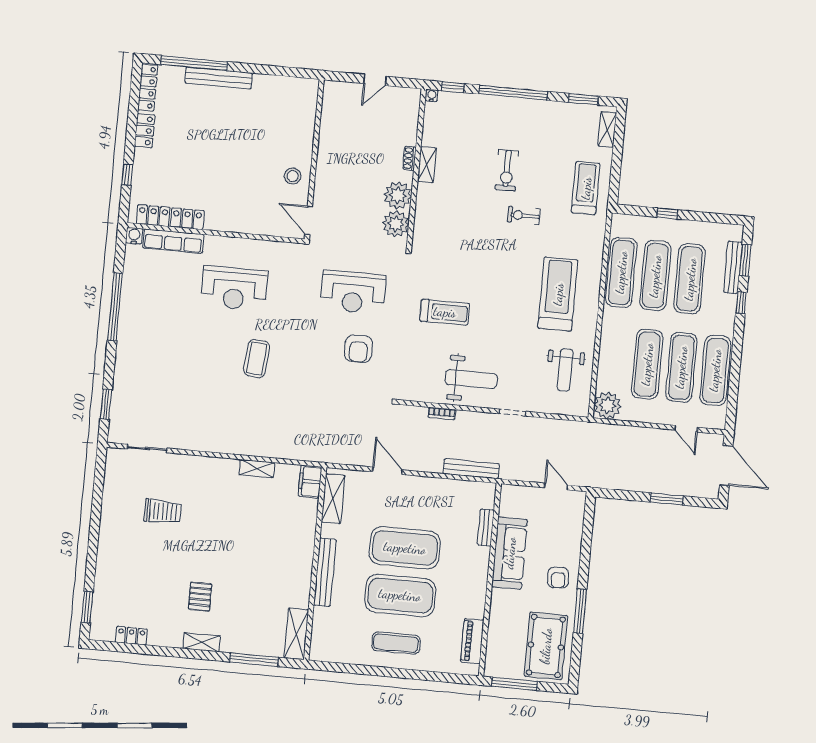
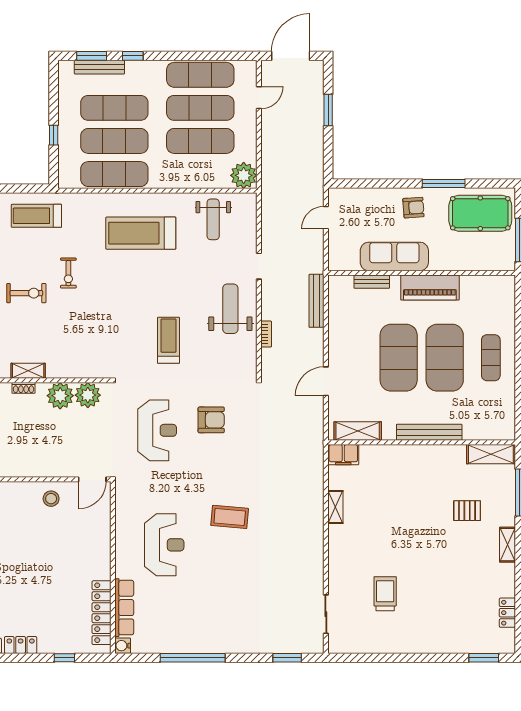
weight bench: (565, 370) -> (213, 219), turned 90
pallet: (200, 597) -> (467, 511), moved
piano: (472, 641) -> (430, 288), moved, width x1.37, depth x1.33

